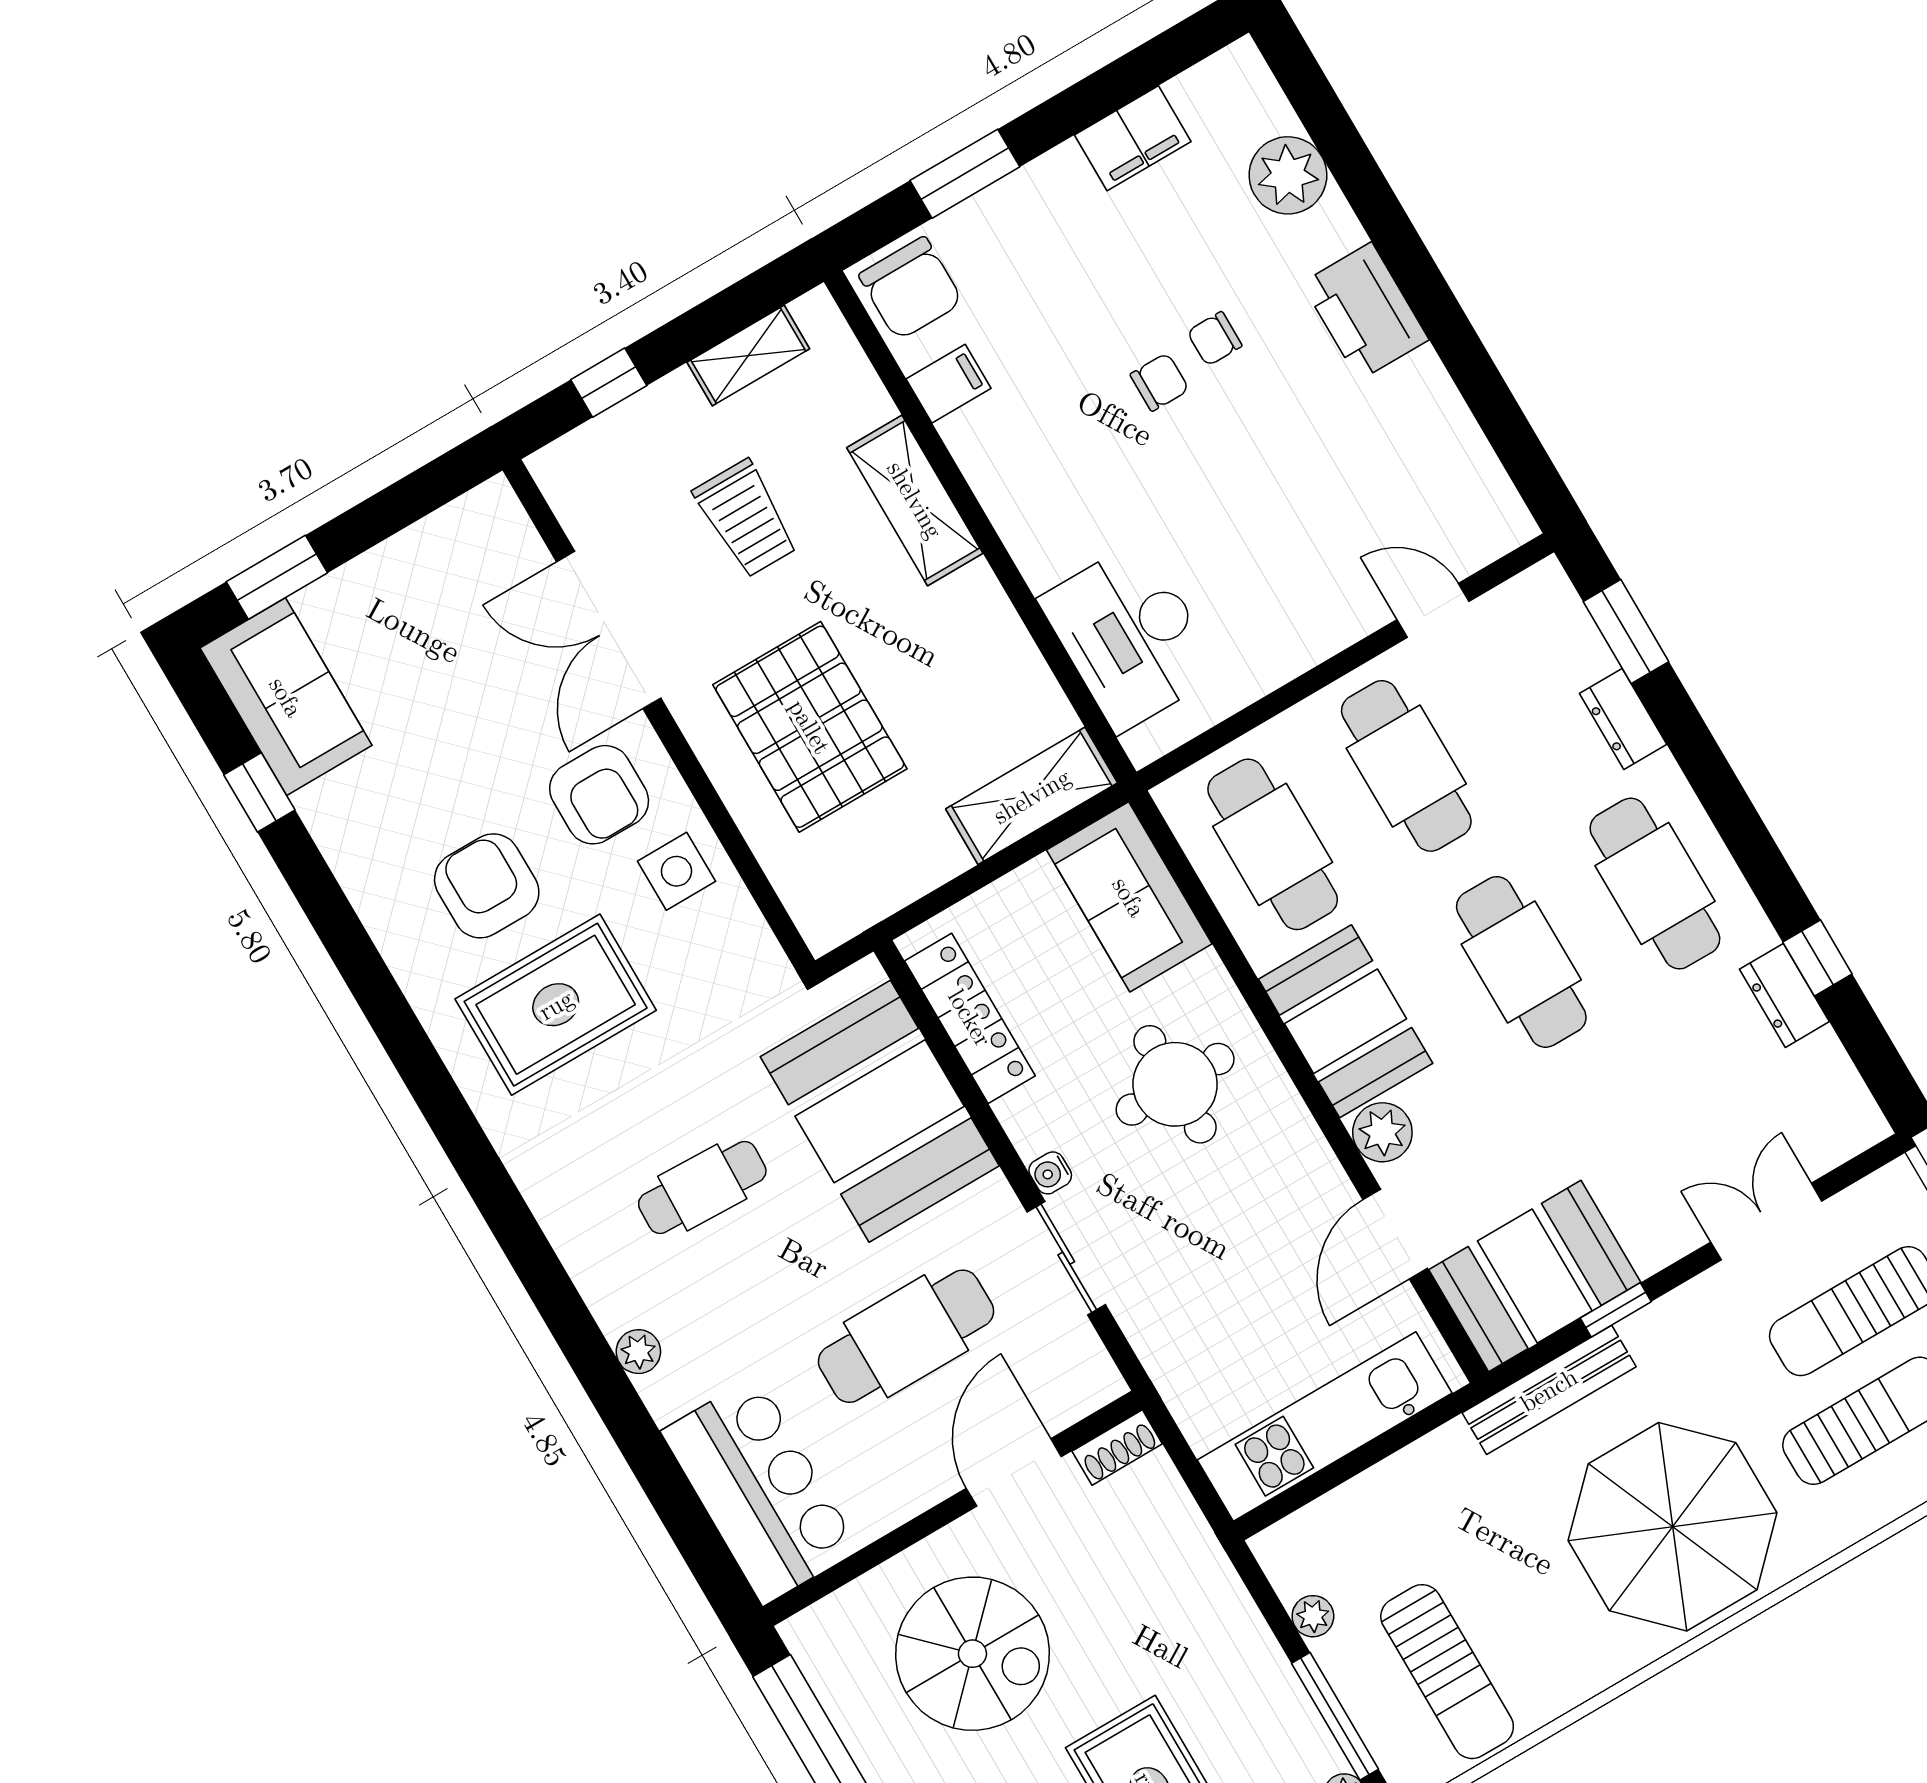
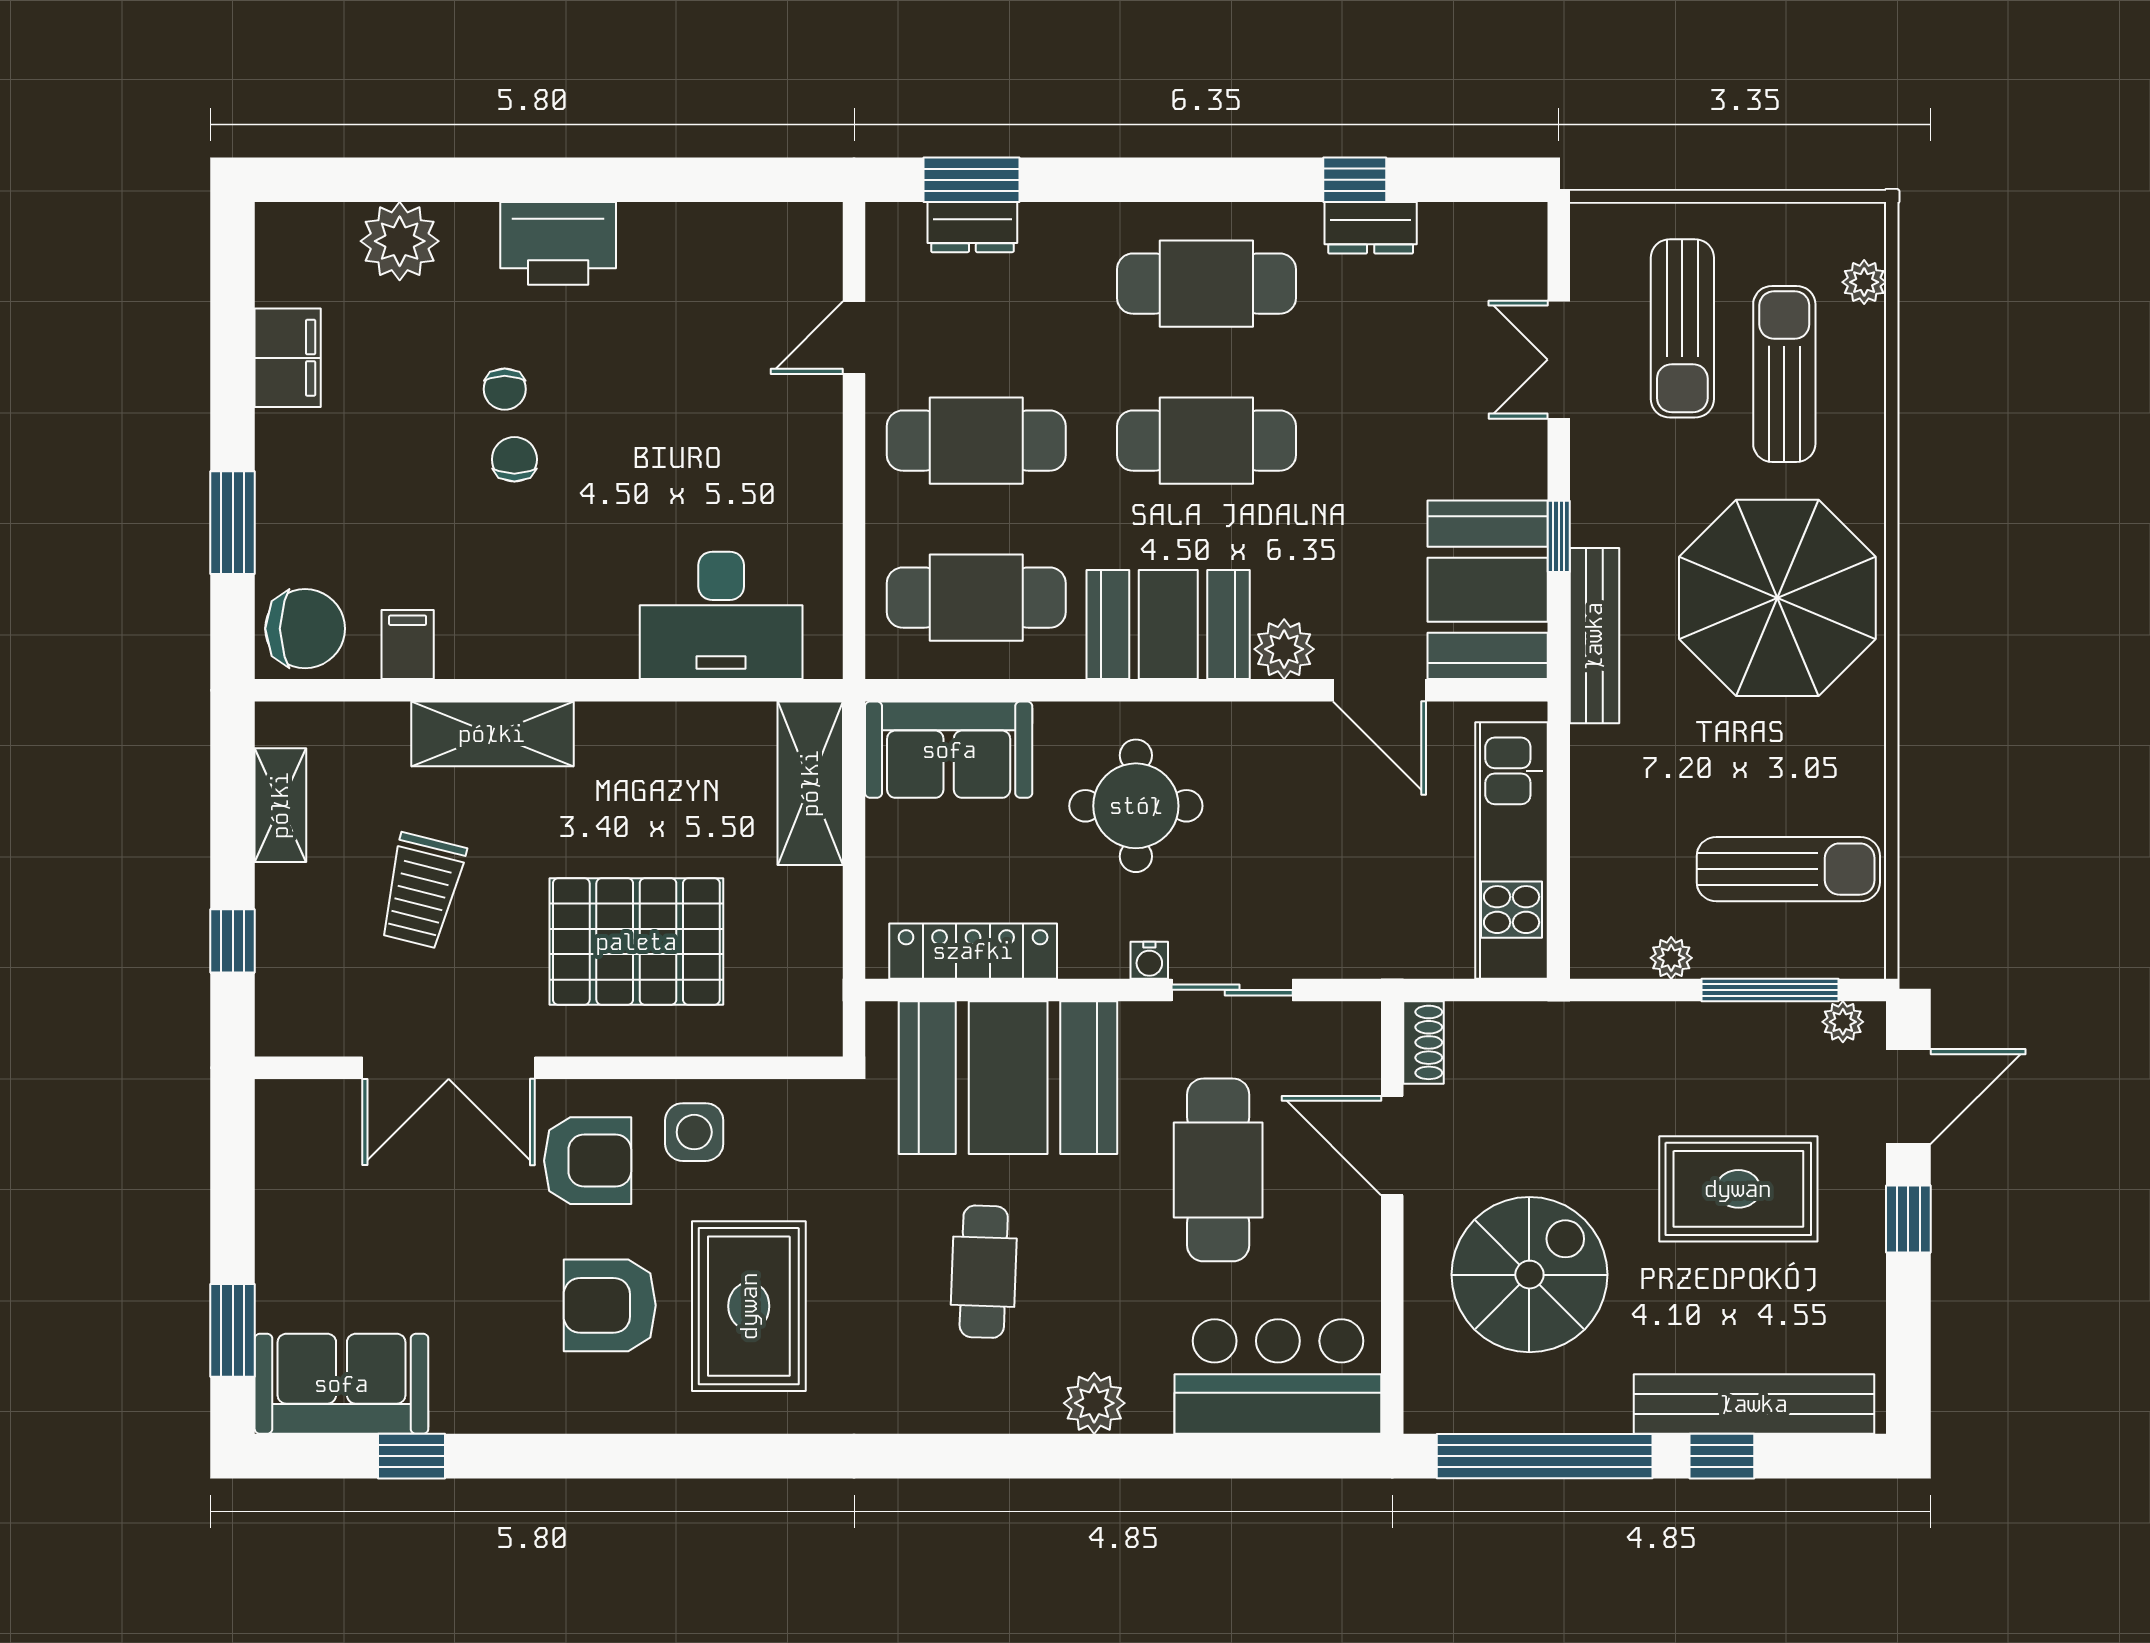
trolley: (746, 519) -> (422, 891), turned 104
dresser: (1623, 719) -> (972, 227), moved
plant: (638, 1352) -> (1094, 1403), width x1.38, depth x1.38

